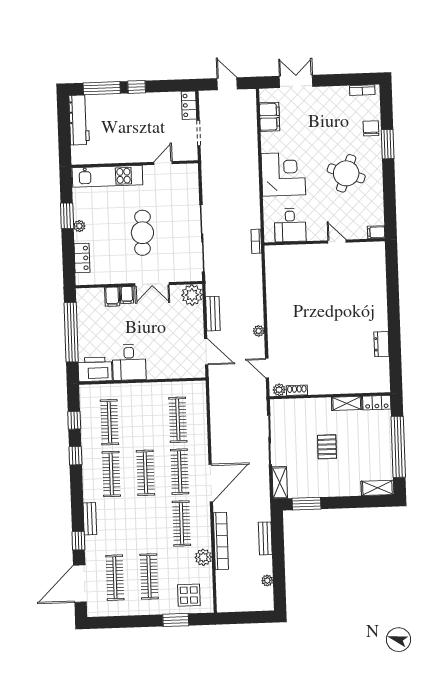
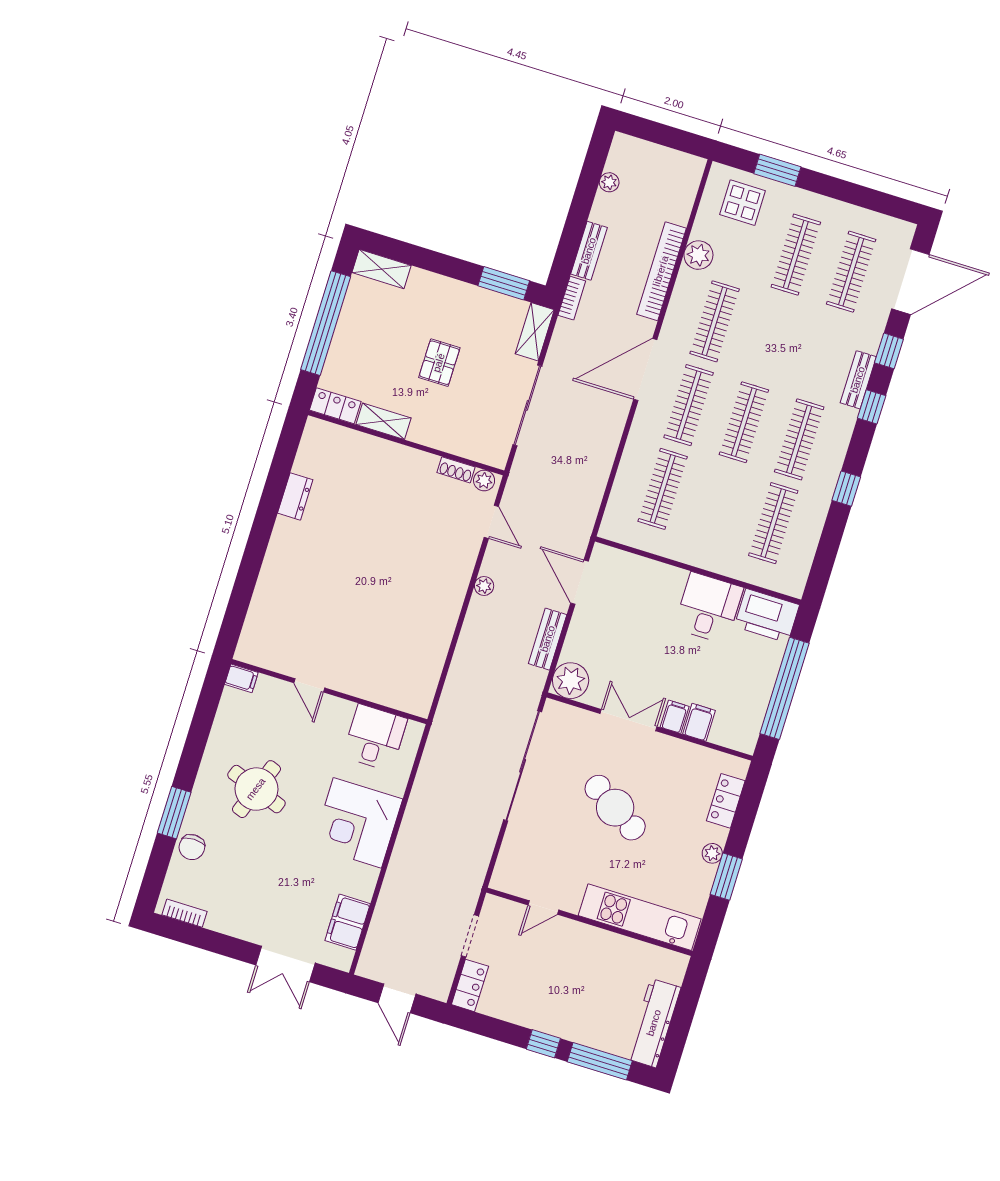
cafe table: (142, 233) -> (615, 808), turned -60
bookcase: (256, 241) -> (572, 298), moved
window: (74, 420) -> (872, 407), moved

